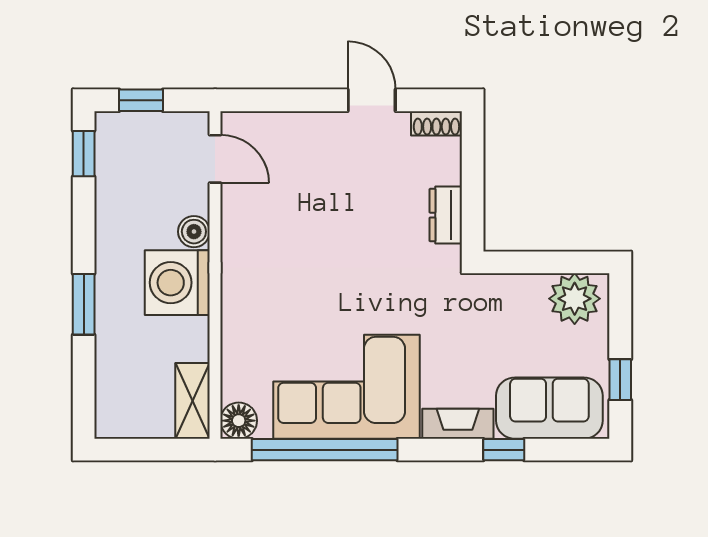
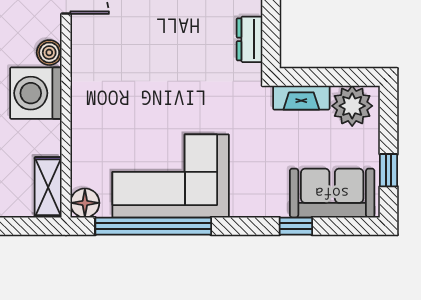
fireplace: (458, 424) -> (301, 98), moved, turned 180

